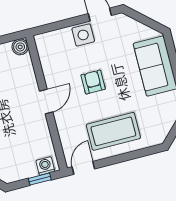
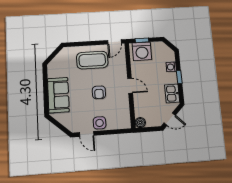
door: (46, 101) -> (130, 86), swing flipped
washing machine: (45, 166) -> (142, 51), width x1.89, depth x1.89

